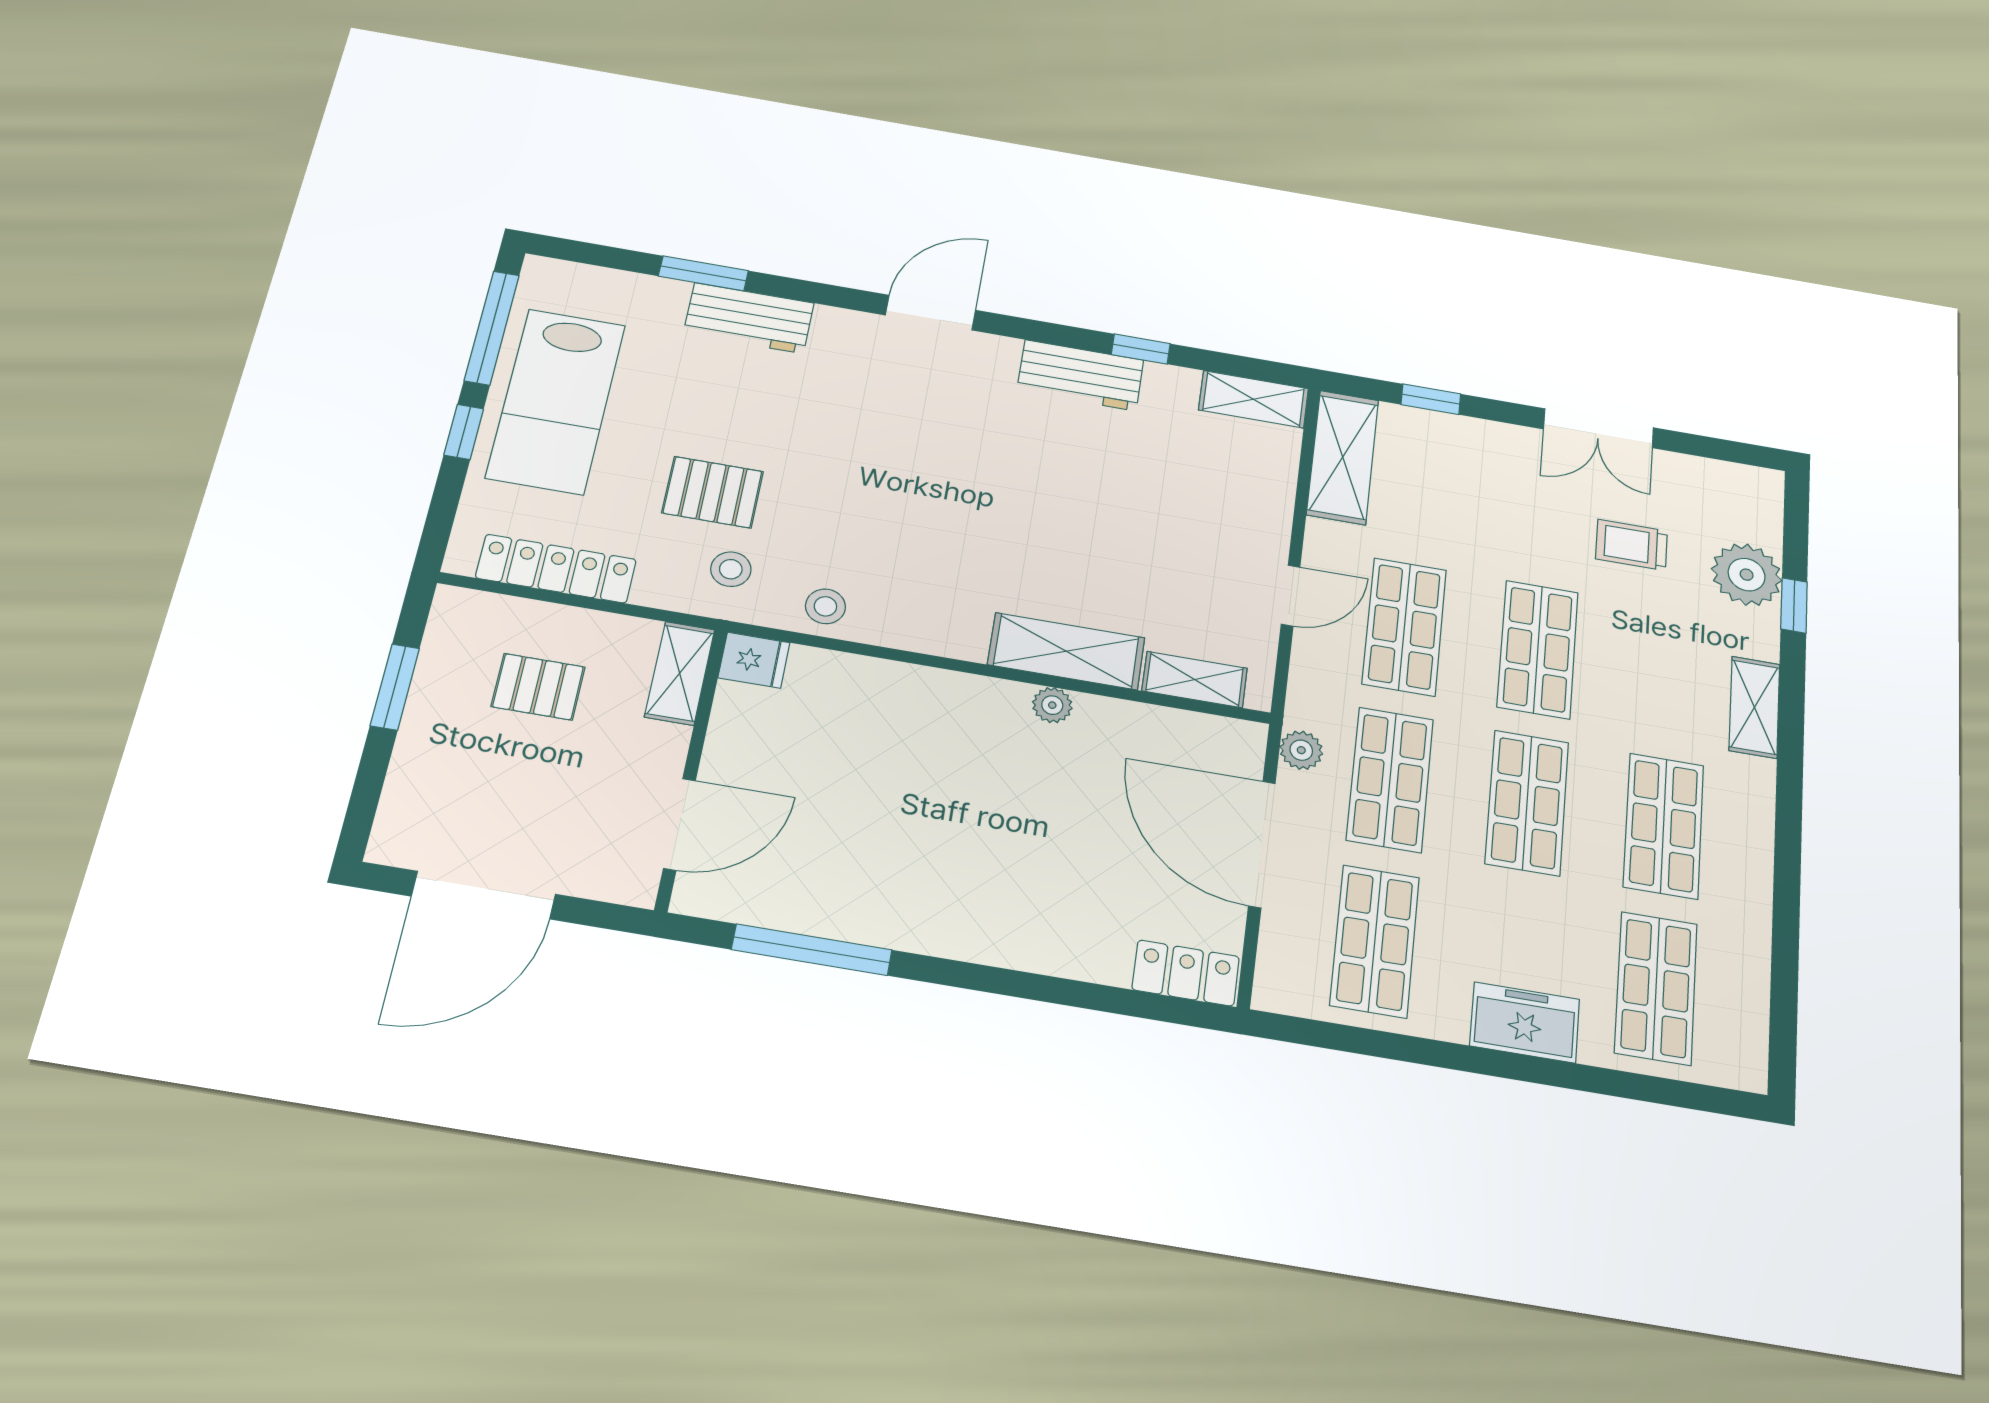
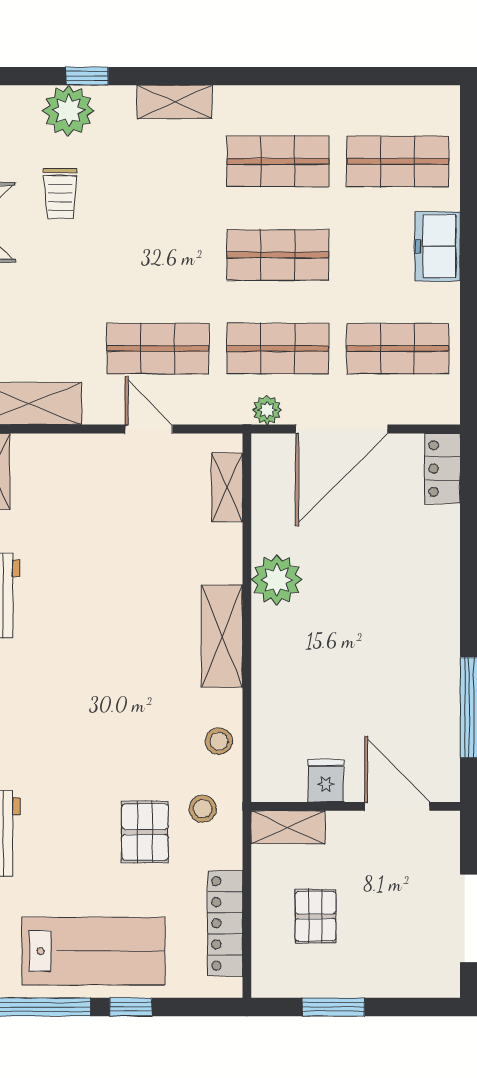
shop shelf: (1538, 649) -> (158, 255), removed
shelving: (1066, 651) -> (222, 636), moved
fridge: (754, 660) -> (326, 781), moved
plant: (1052, 705) -> (277, 580), width x1.88, depth x1.88

